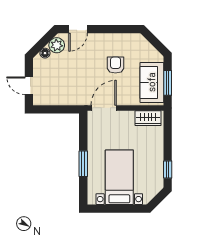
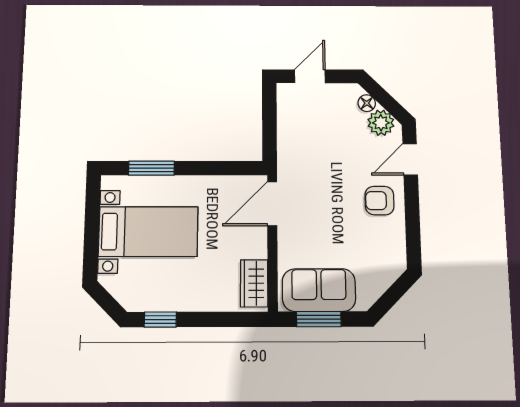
door: (78, 29) -> (410, 159), hinge flipped
armchair: (115, 65) -> (379, 201), moved, turned 180
door: (104, 108) -> (272, 204), swing flipped
window: (83, 164) -> (151, 168), moved

